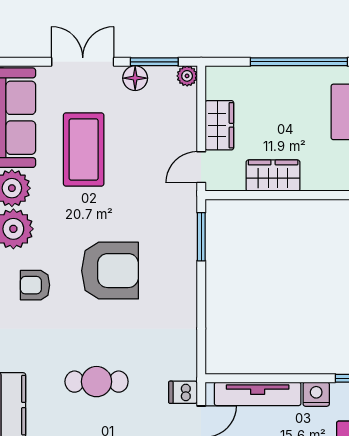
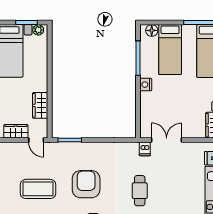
coffee table: (84, 149) -> (38, 189), moved
tv unit: (258, 394) -> (146, 113), removed

